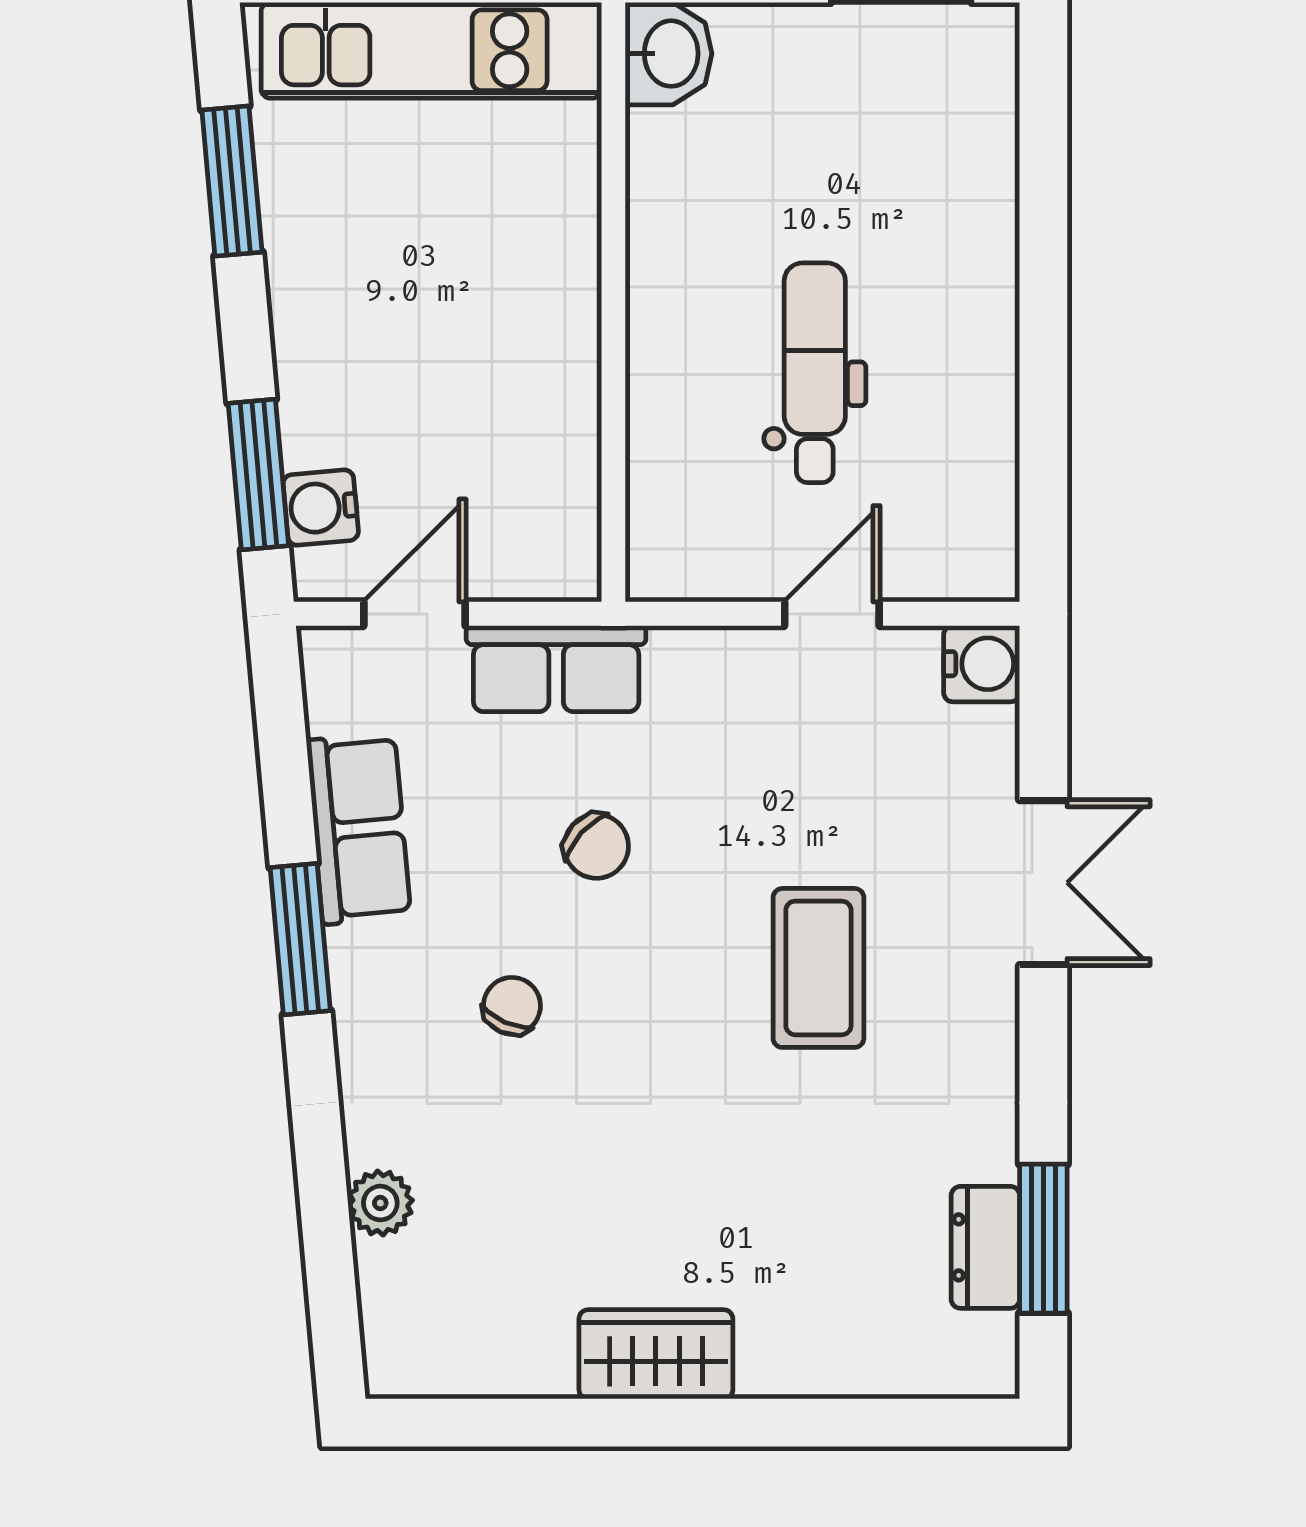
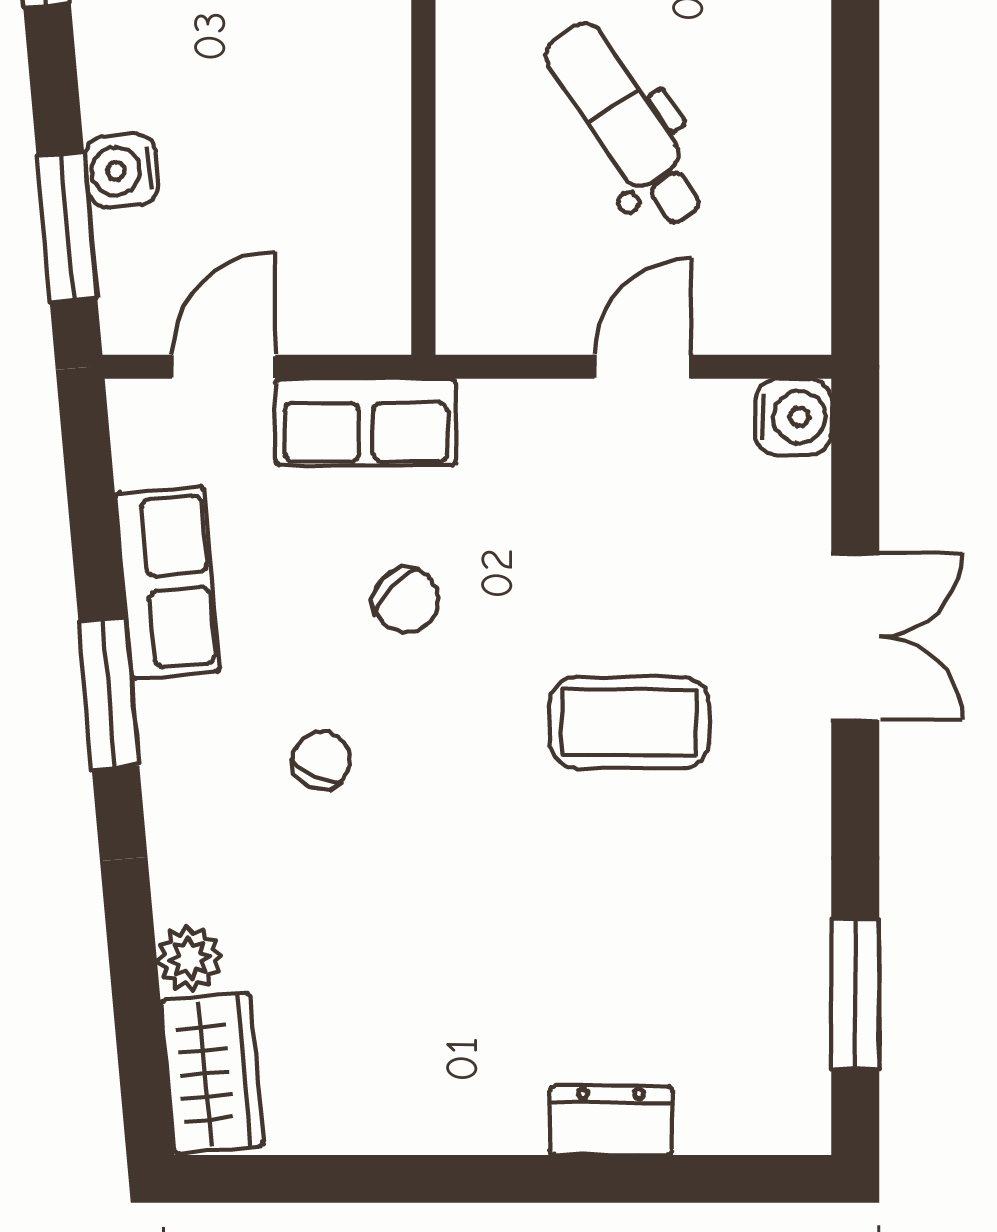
dental chair: (815, 373) -> (626, 125), turned -34
water cooler: (321, 508) -> (121, 171), moved
coffee table: (818, 968) -> (629, 722), turned 90
dresser: (985, 1247) -> (611, 1121), moved, turned 90
wardrobe: (656, 1354) -> (212, 1073), moved, turned 85

